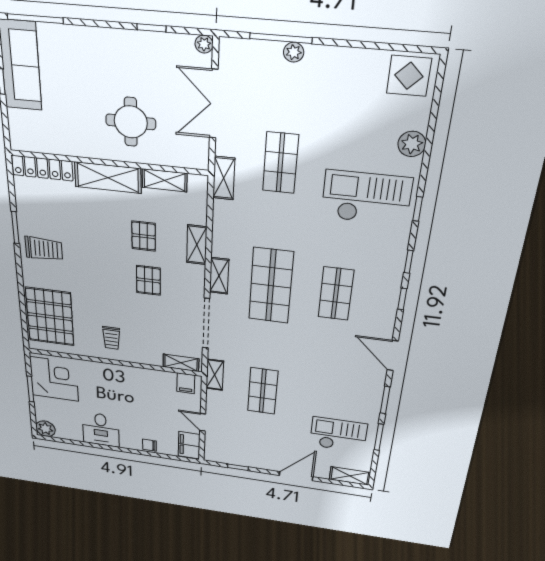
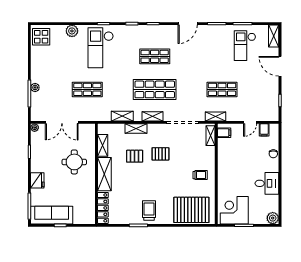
fridge: (90, 40) -> (37, 180), added
shelving: (224, 178) -> (122, 116), moved
filing cabinet: (189, 445) -> (264, 130), width x0.50

